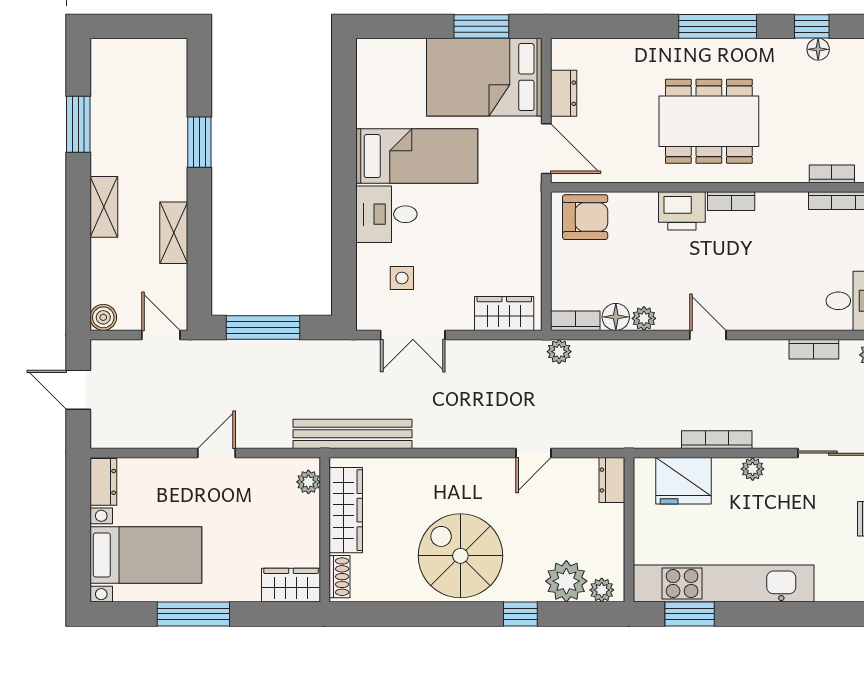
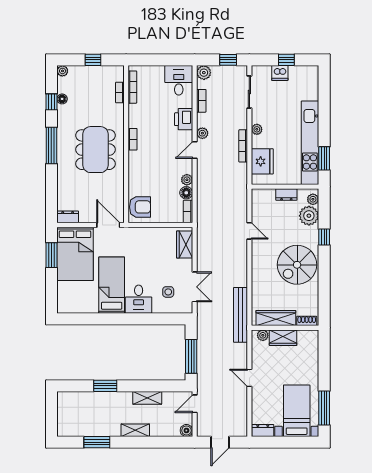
dresser: (564, 93) -> (68, 217), moved
door: (546, 149) -> (108, 225), hinge flipped
printer: (682, 211) -> (184, 119), moved, turned 180
armchair: (585, 217) -> (140, 207), turned 90
plant: (559, 352) -> (202, 133), moved
dresser: (612, 480) -> (286, 195), moved
wardrobe: (291, 585) -> (283, 338), moved, turned -90
window: (193, 614) -> (324, 408), moved

